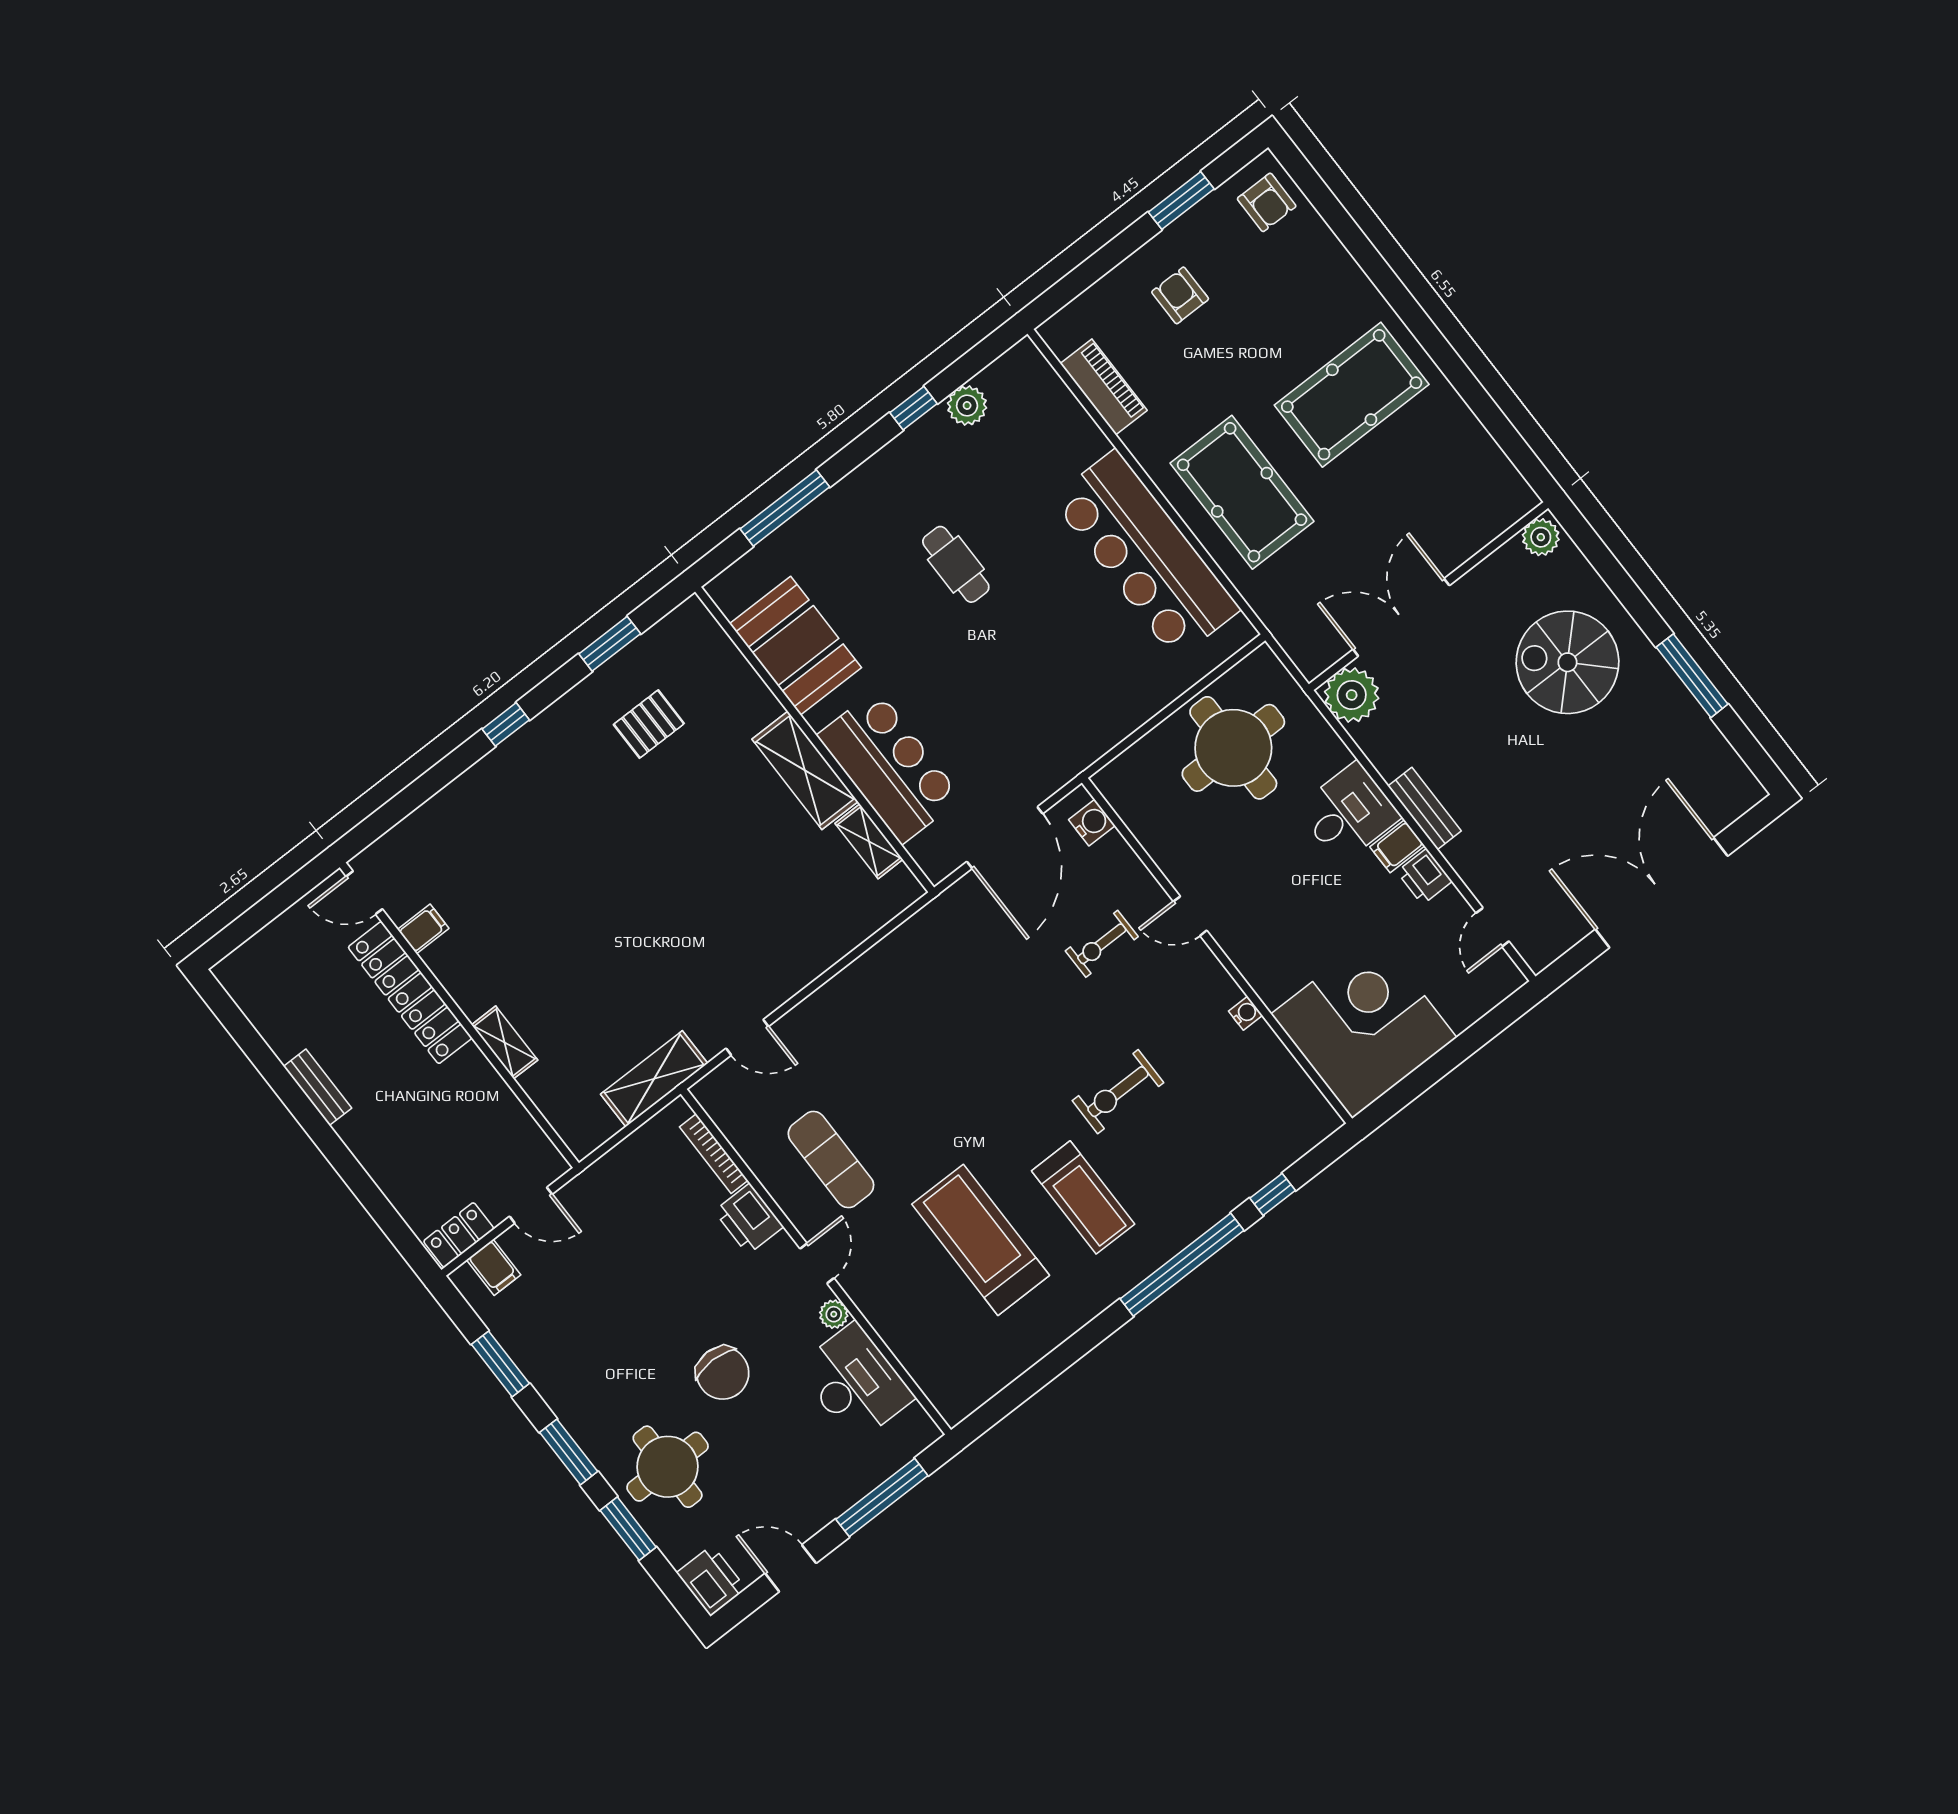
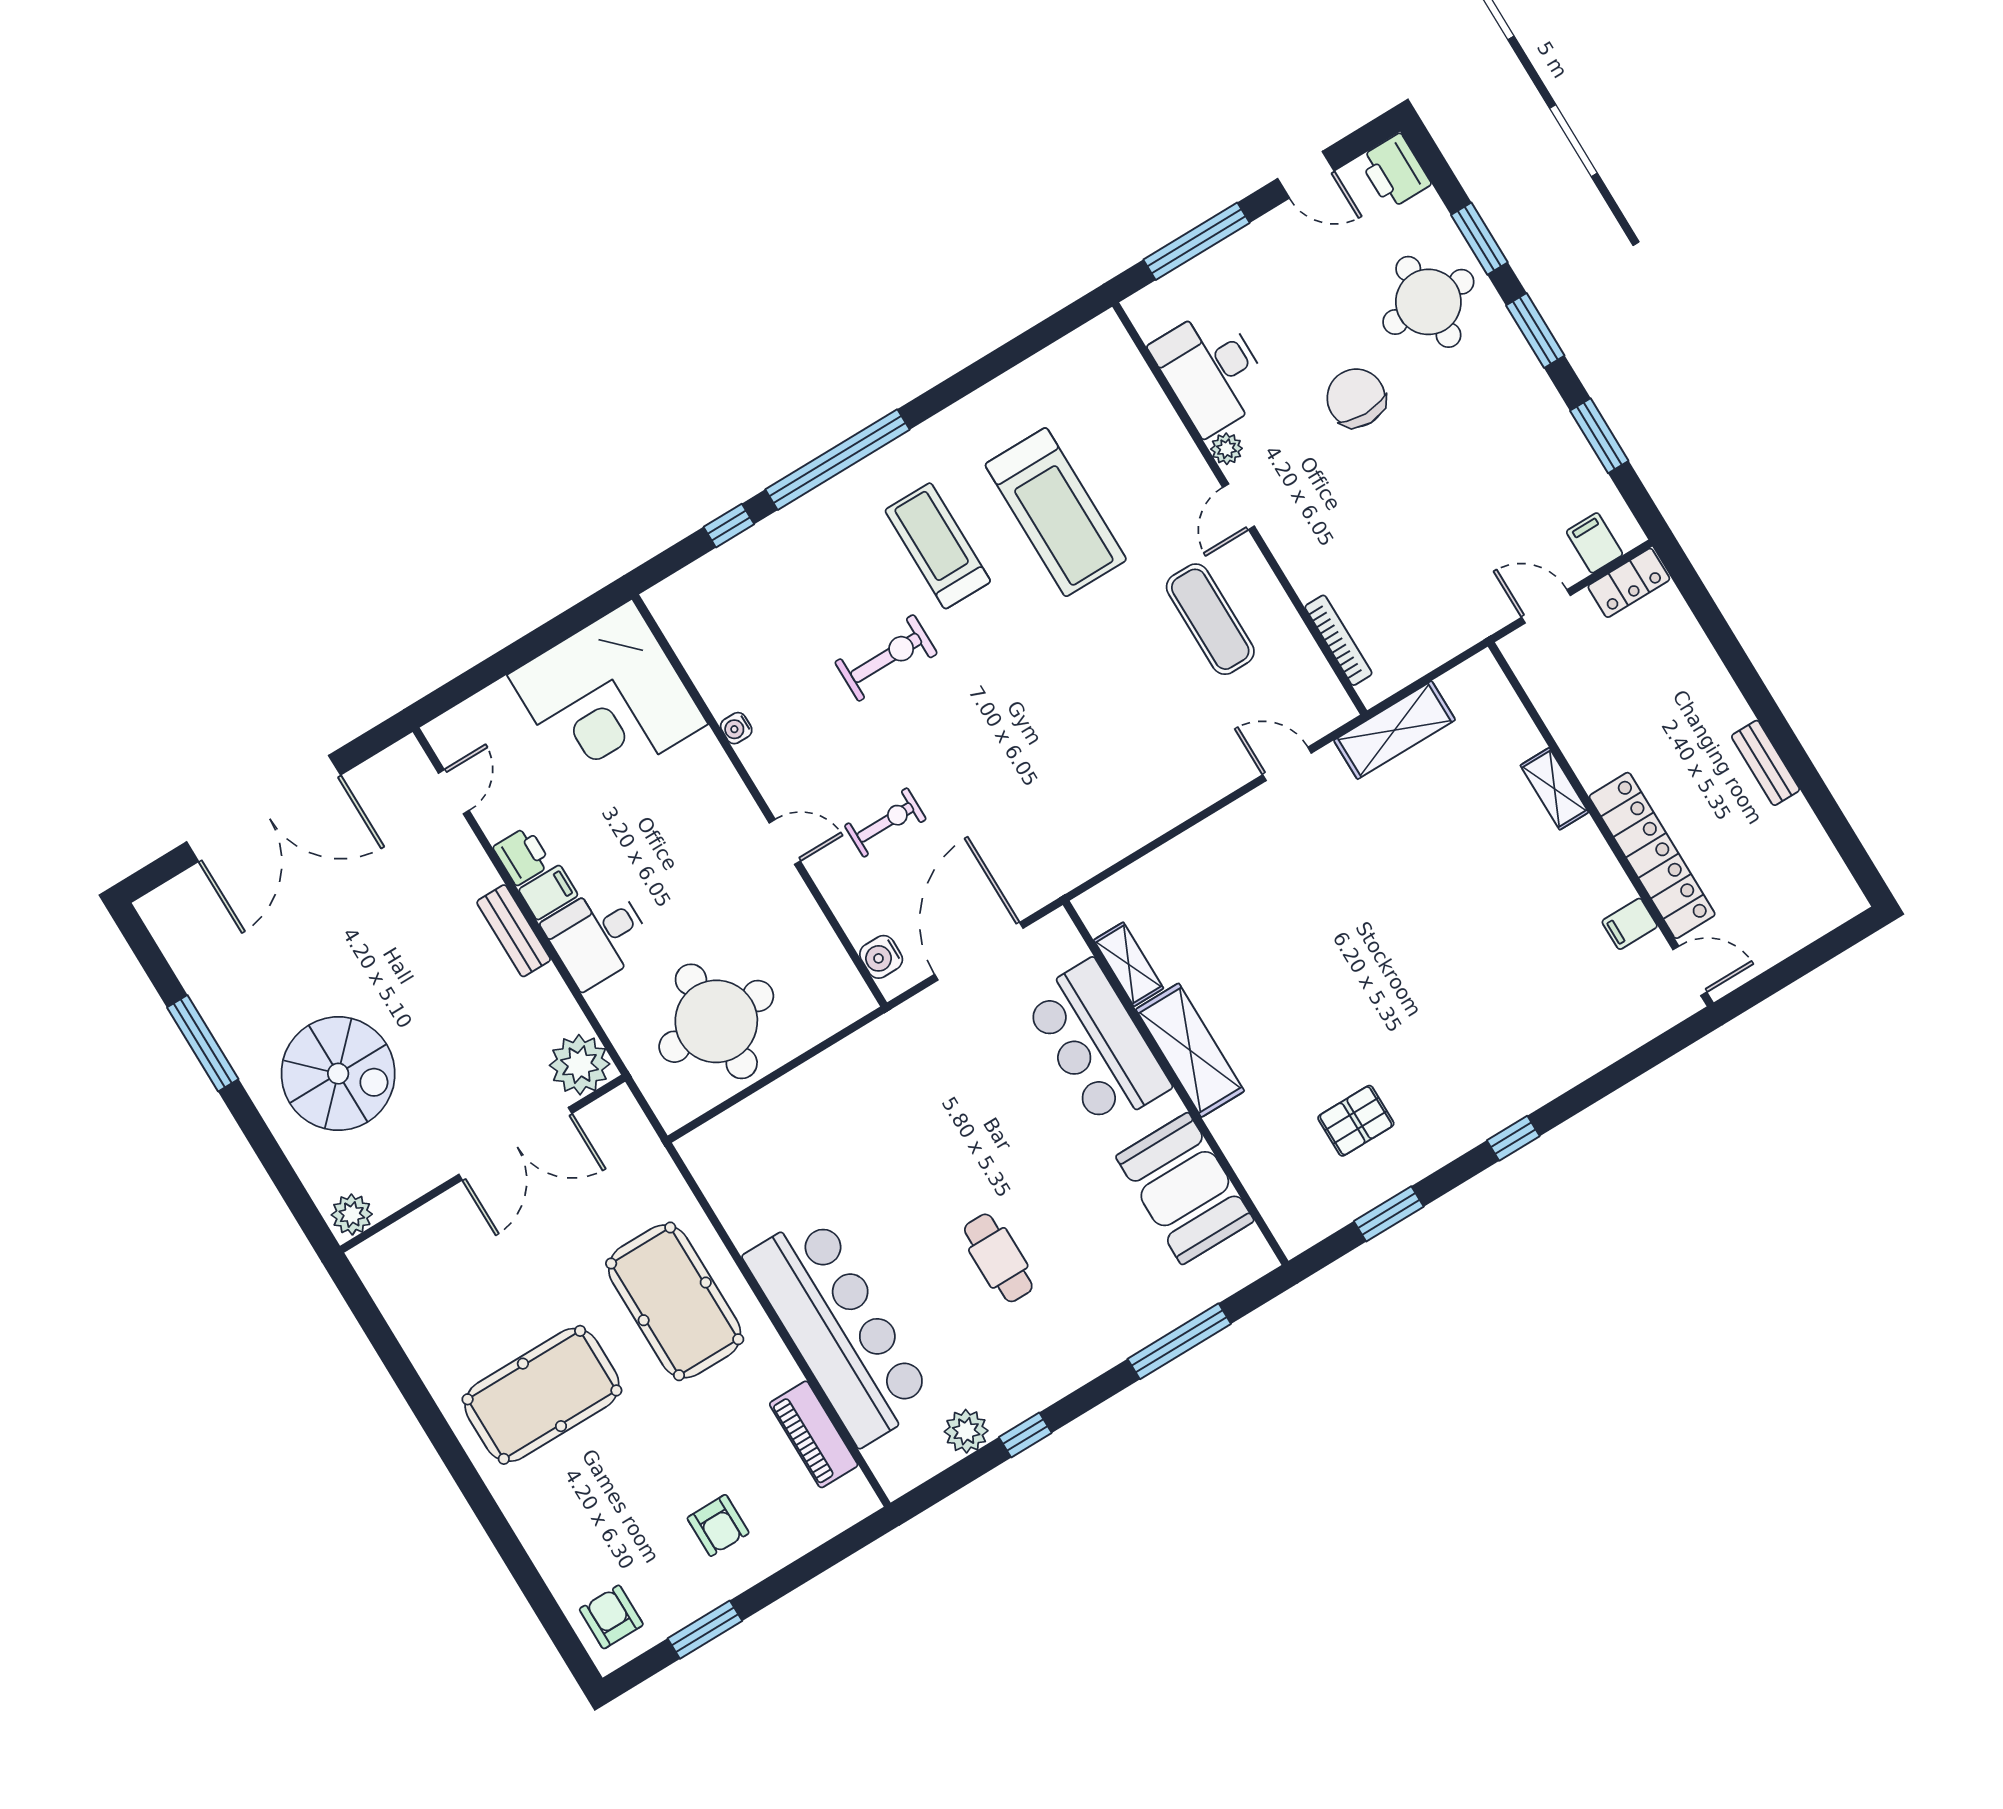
bar counter: (1146, 554) -> (839, 1329), moved
printer: (749, 1219) -> (1308, 564), removed

